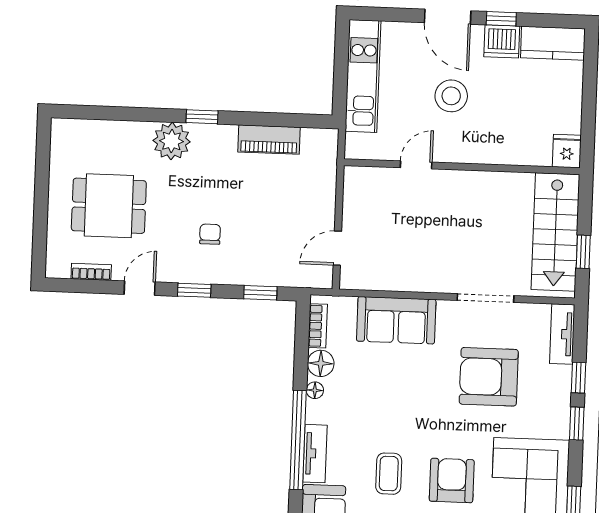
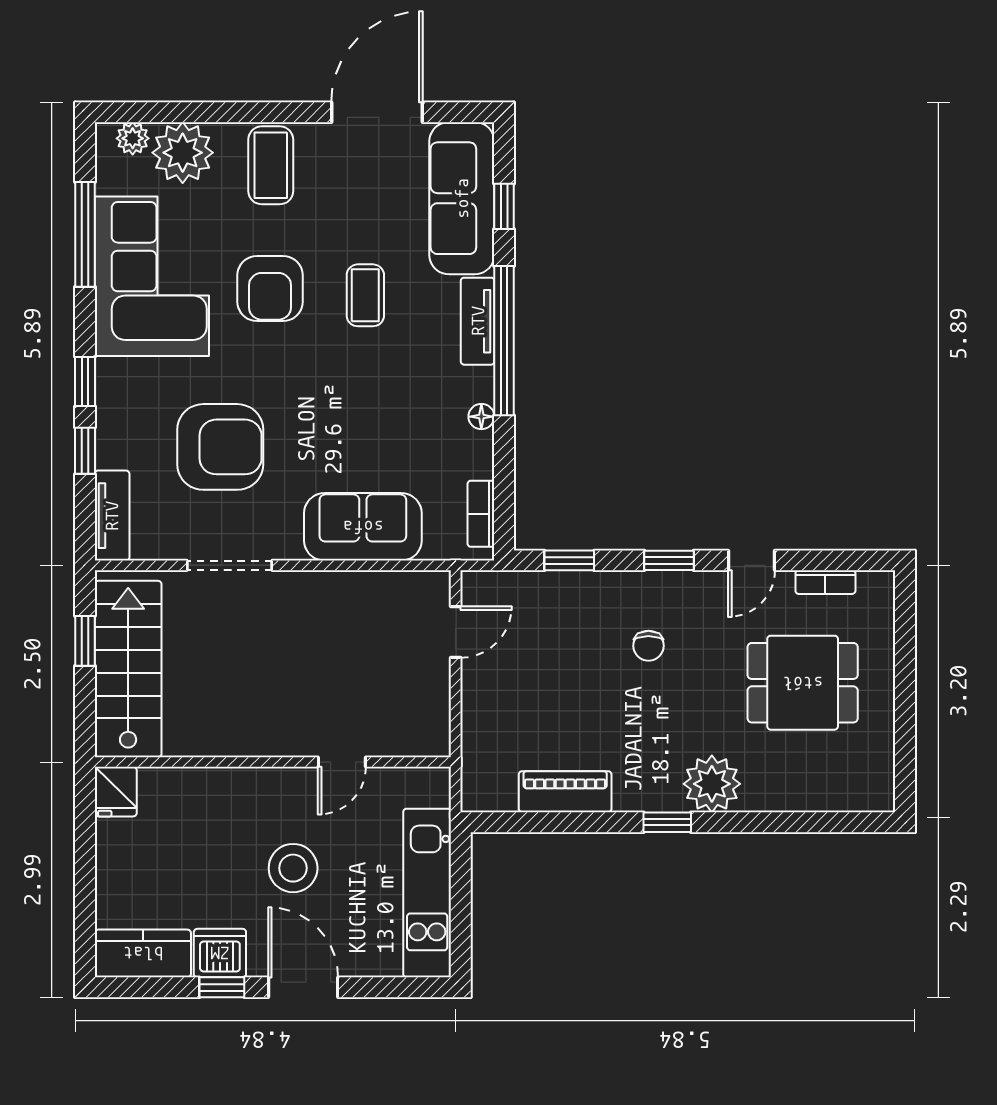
floor lamp: (321, 363) -> (474, 457), removed

